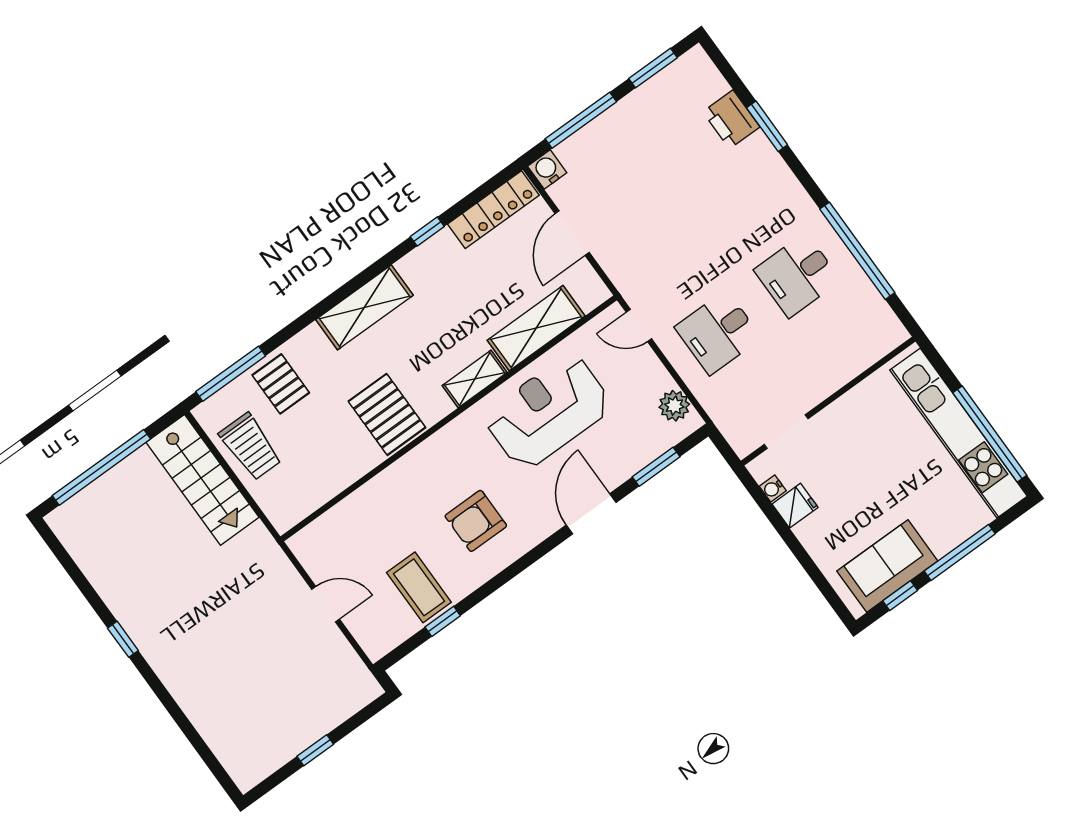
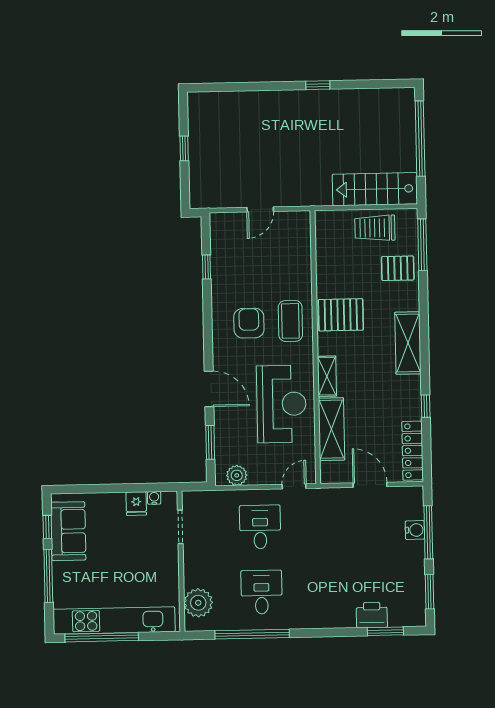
window: (767, 126) -> (385, 631), moved
water cooler: (547, 169) -> (415, 530), moved
plant: (865, 344) -> (198, 603), added
coffee table: (419, 587) -> (290, 321), moved, turned 90

